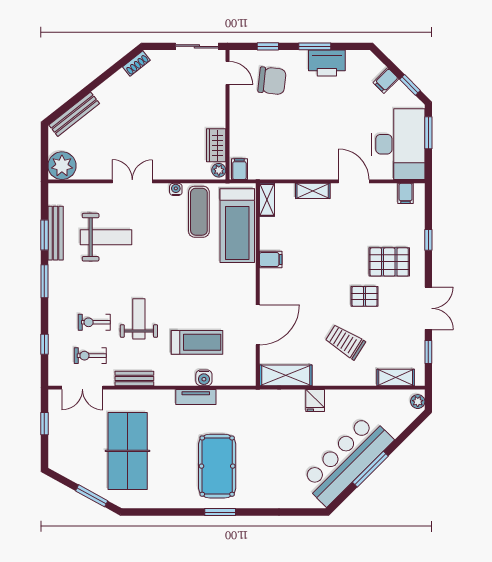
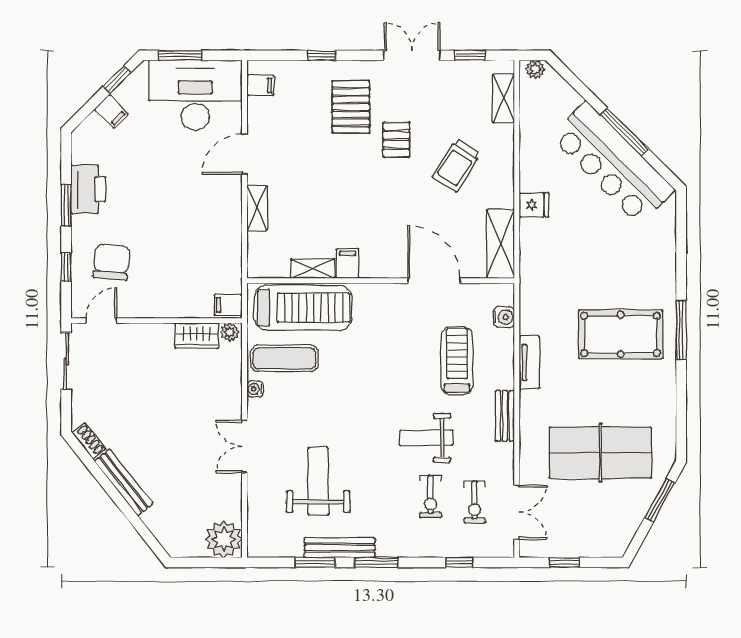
bench: (74, 114) -> (124, 482), moved
shelving: (267, 200) -> (313, 269), moved
bench: (56, 233) -> (340, 548), moved
water cooler: (204, 378) -> (504, 317), moved
bench: (134, 379) -> (505, 416), moved
window: (220, 512) -> (681, 330), width x1.44

